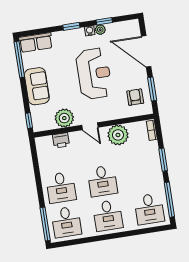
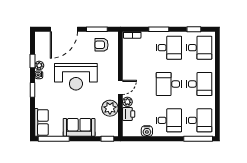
reception desk: (94, 74) -> (76, 77), turned 180
plant: (118, 135) -> (127, 102), moved, width x0.53, depth x0.53
water cooler: (45, 164) -> (147, 131), added
desk: (144, 174) -> (169, 48), added
desk: (102, 181) -> (169, 84), turned 180
window: (169, 200) -> (194, 29), width x0.46

